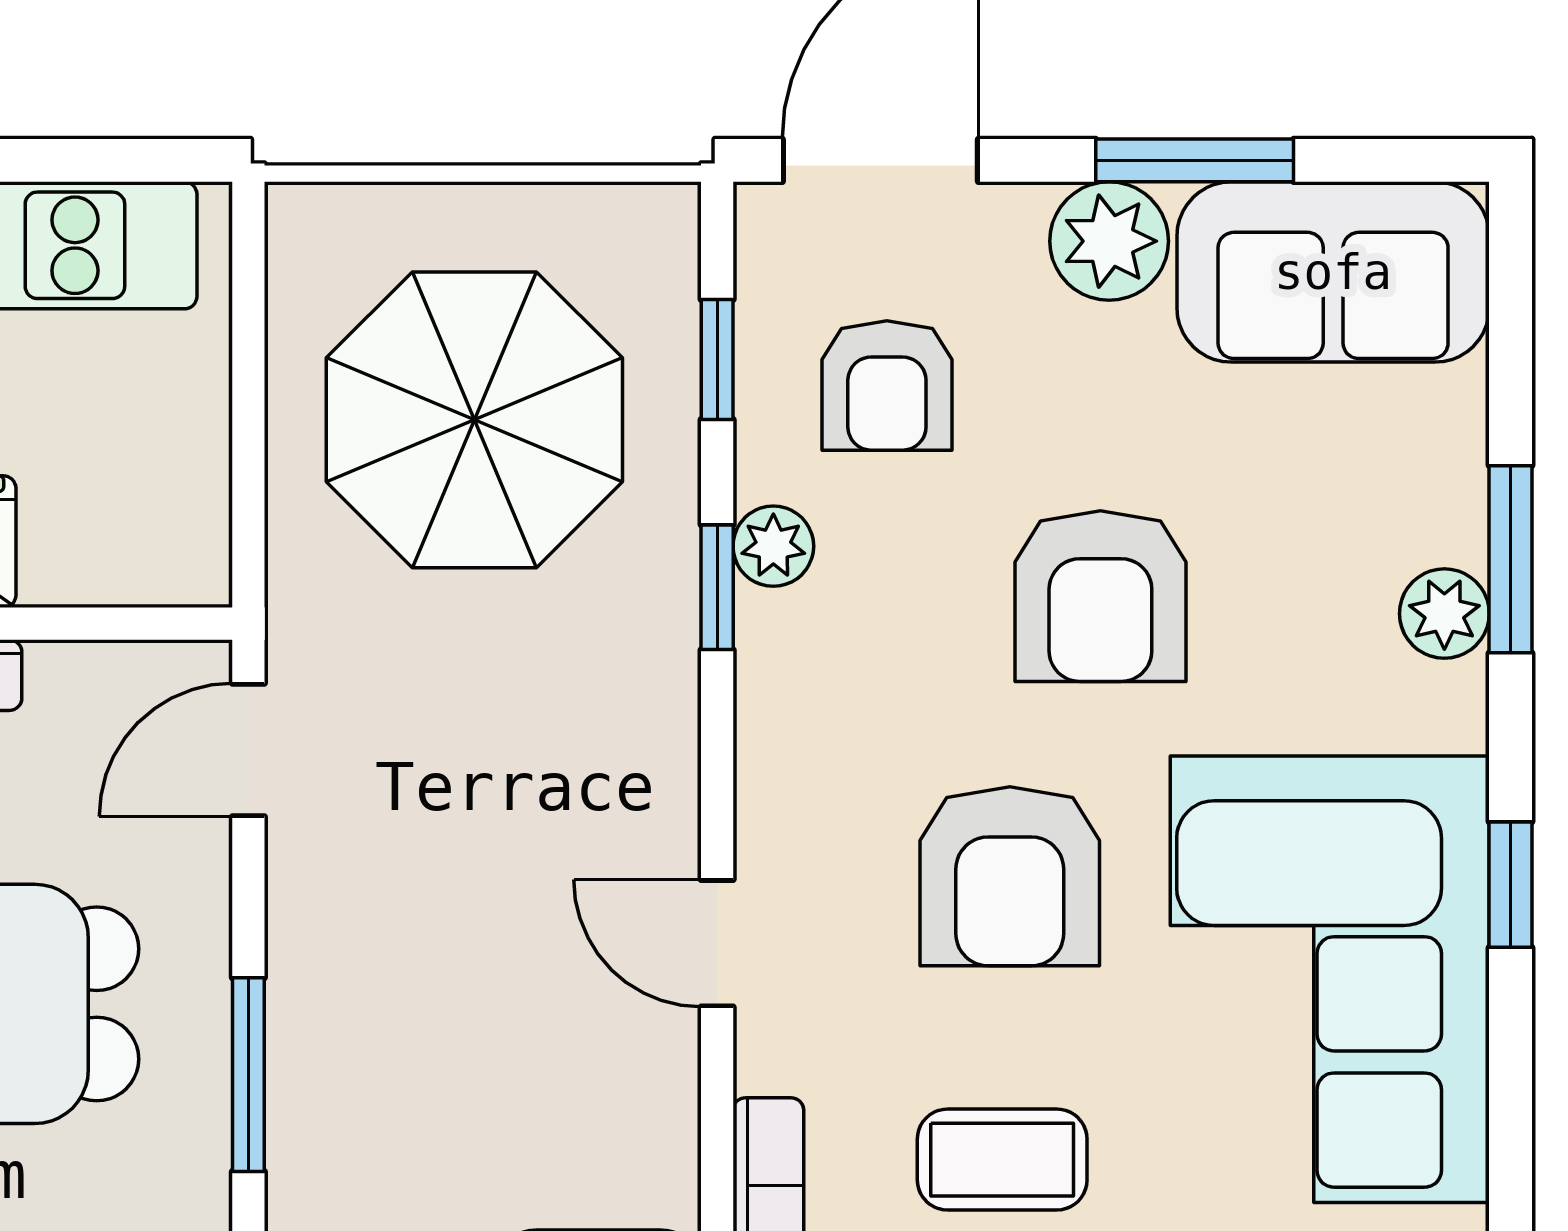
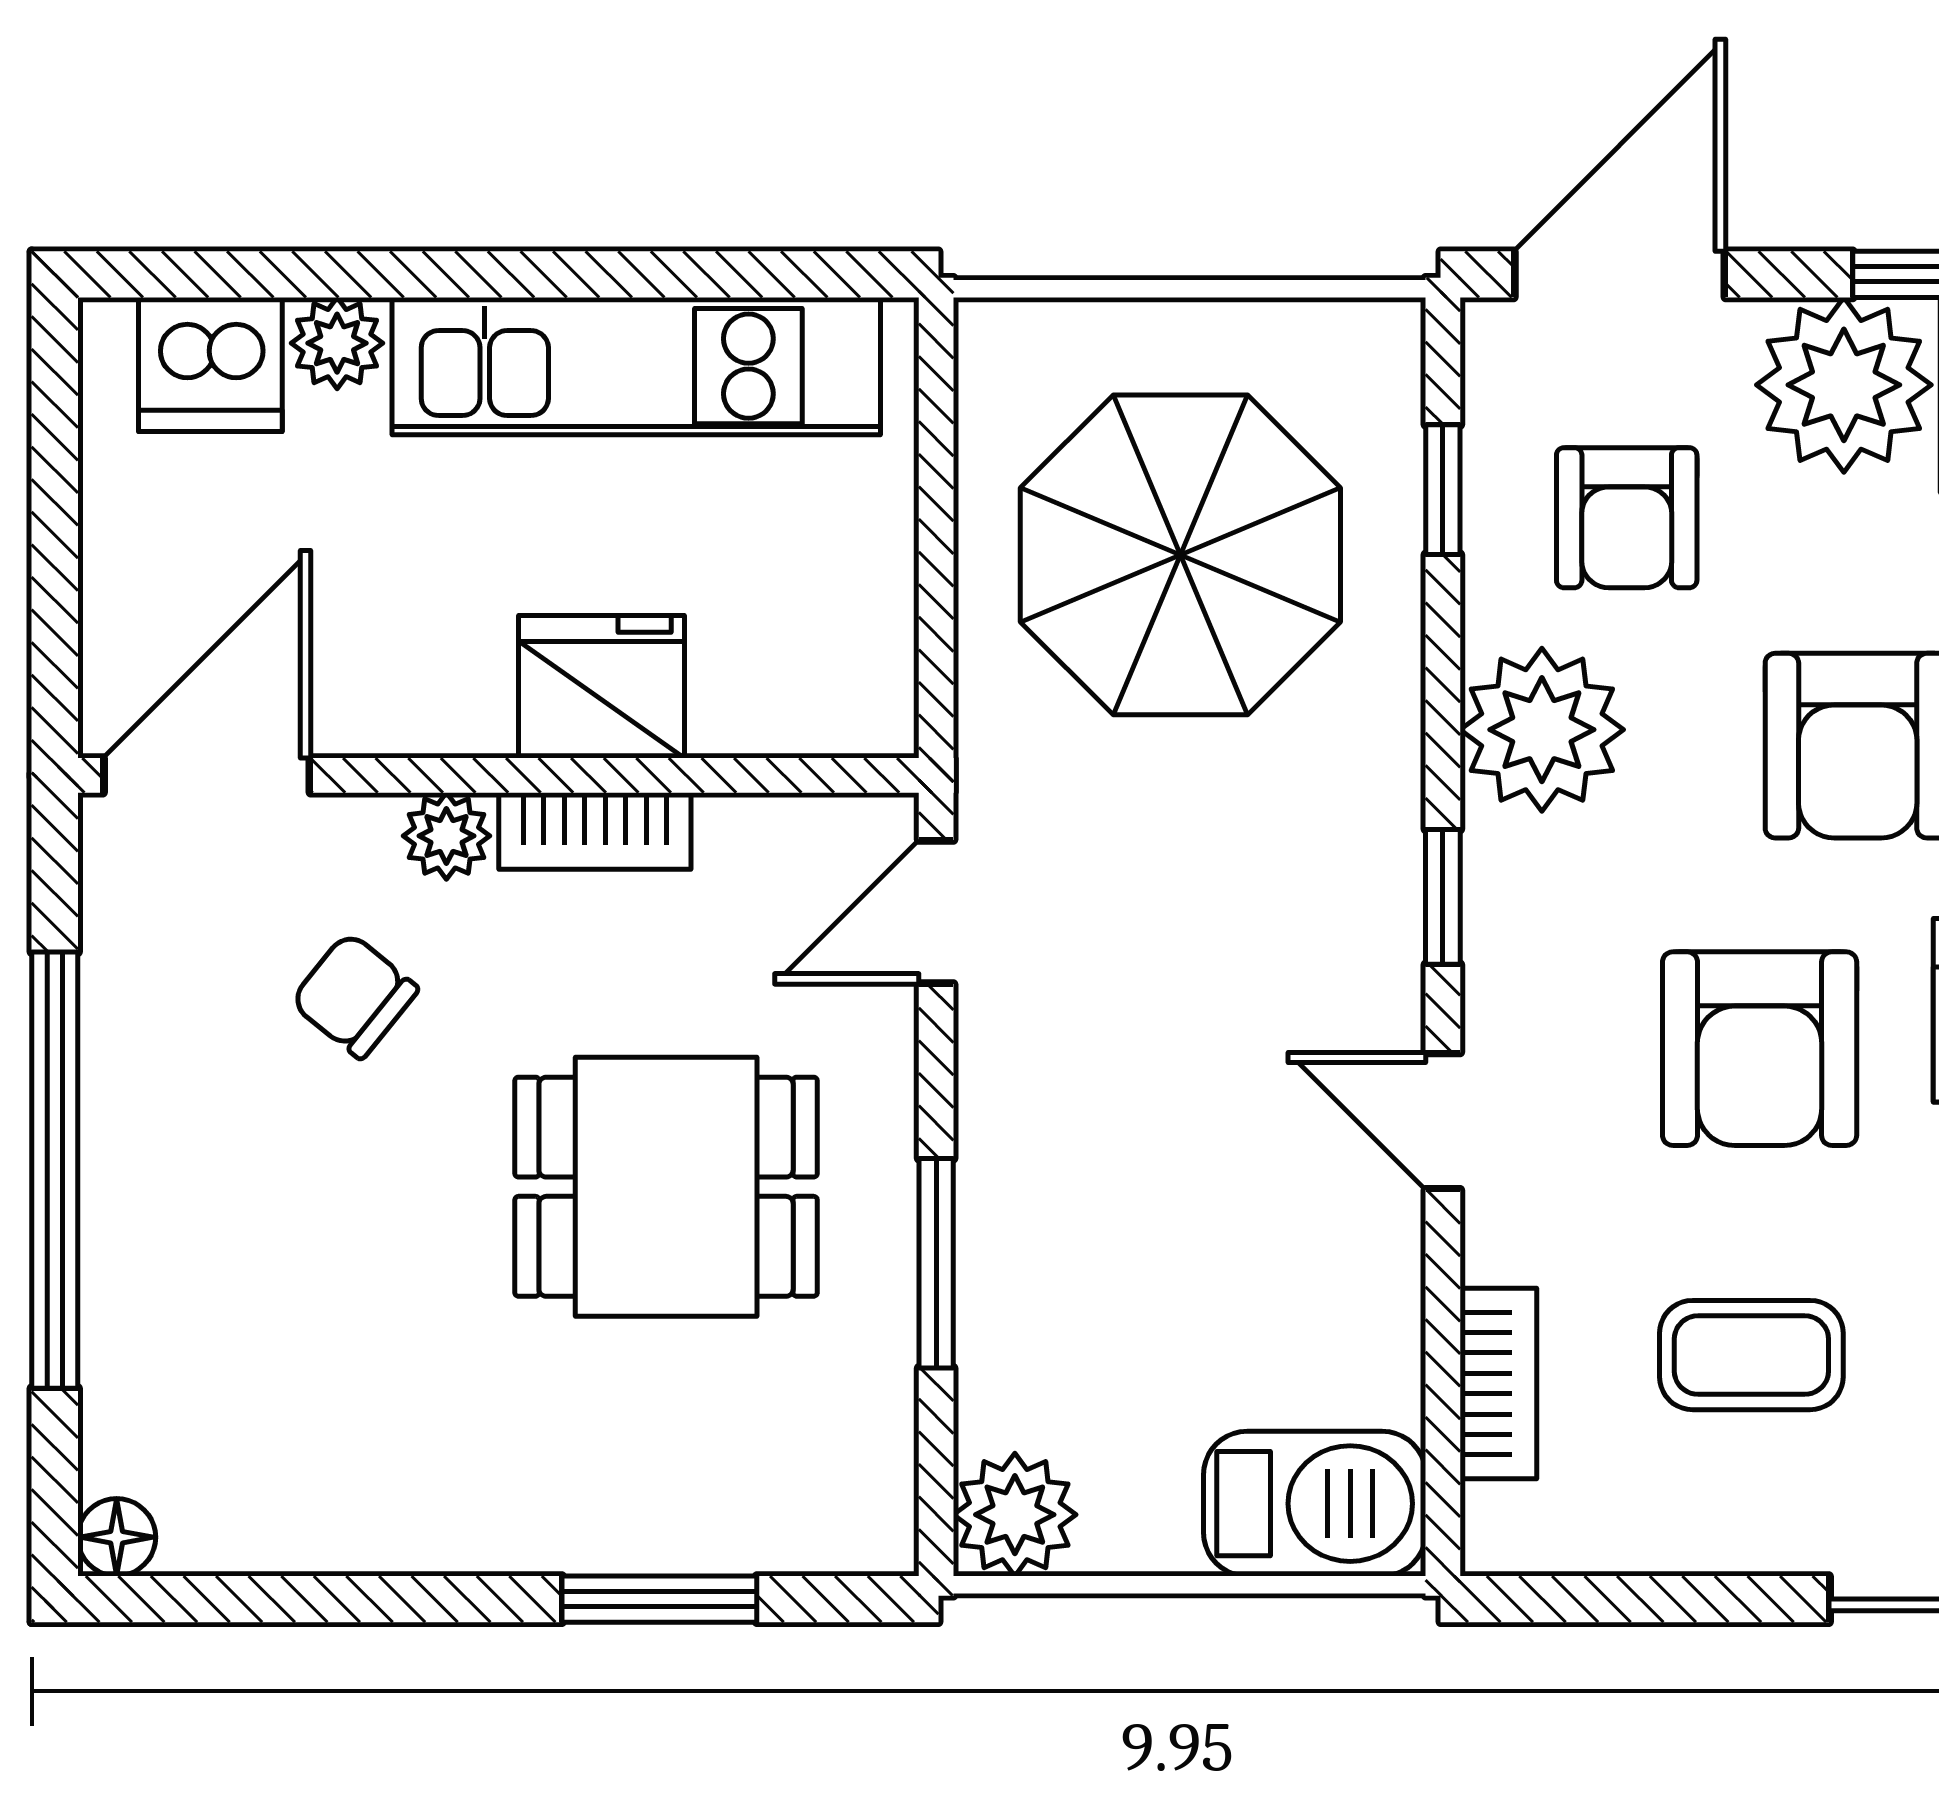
plant: (1109, 241) -> (1844, 385), width x1.36, depth x1.36
plant: (773, 546) -> (1542, 730), width x1.87, depth x1.87
window: (717, 587) -> (1443, 897), moved

